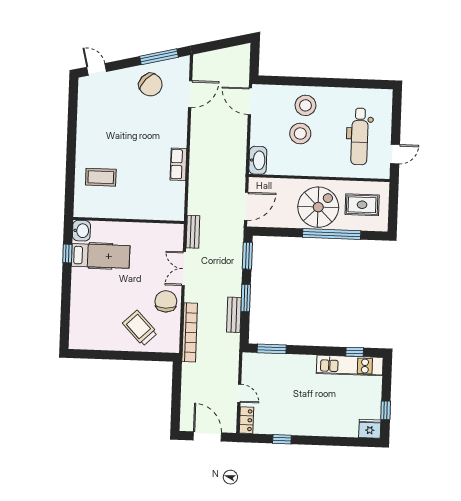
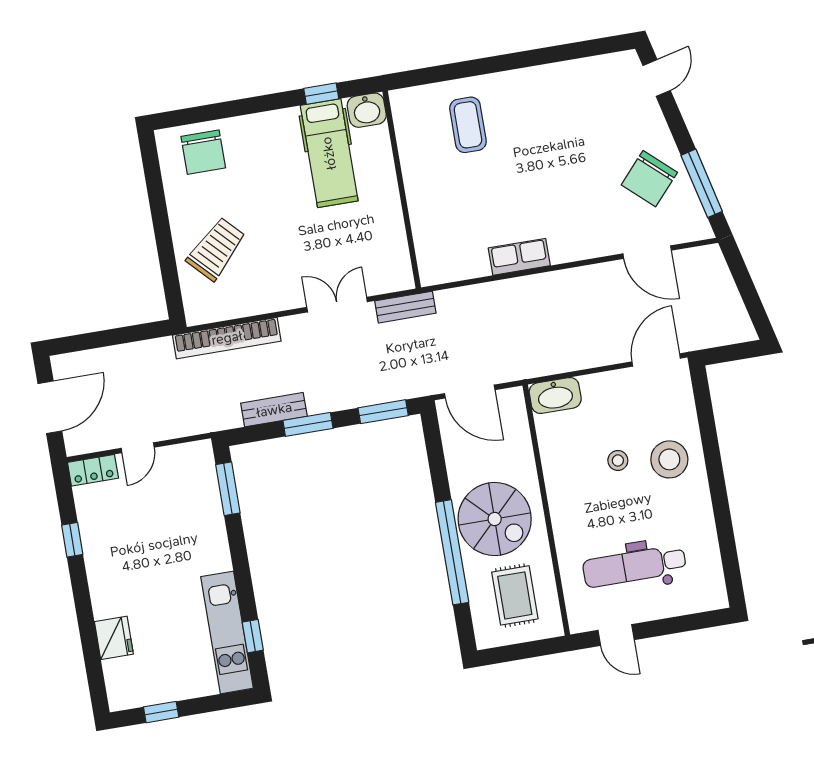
stool: (300, 133) -> (618, 460), width x0.53, depth x0.53
chair: (166, 301) -> (203, 152), moved, turned 90
fridge: (370, 429) -> (114, 638), moved

